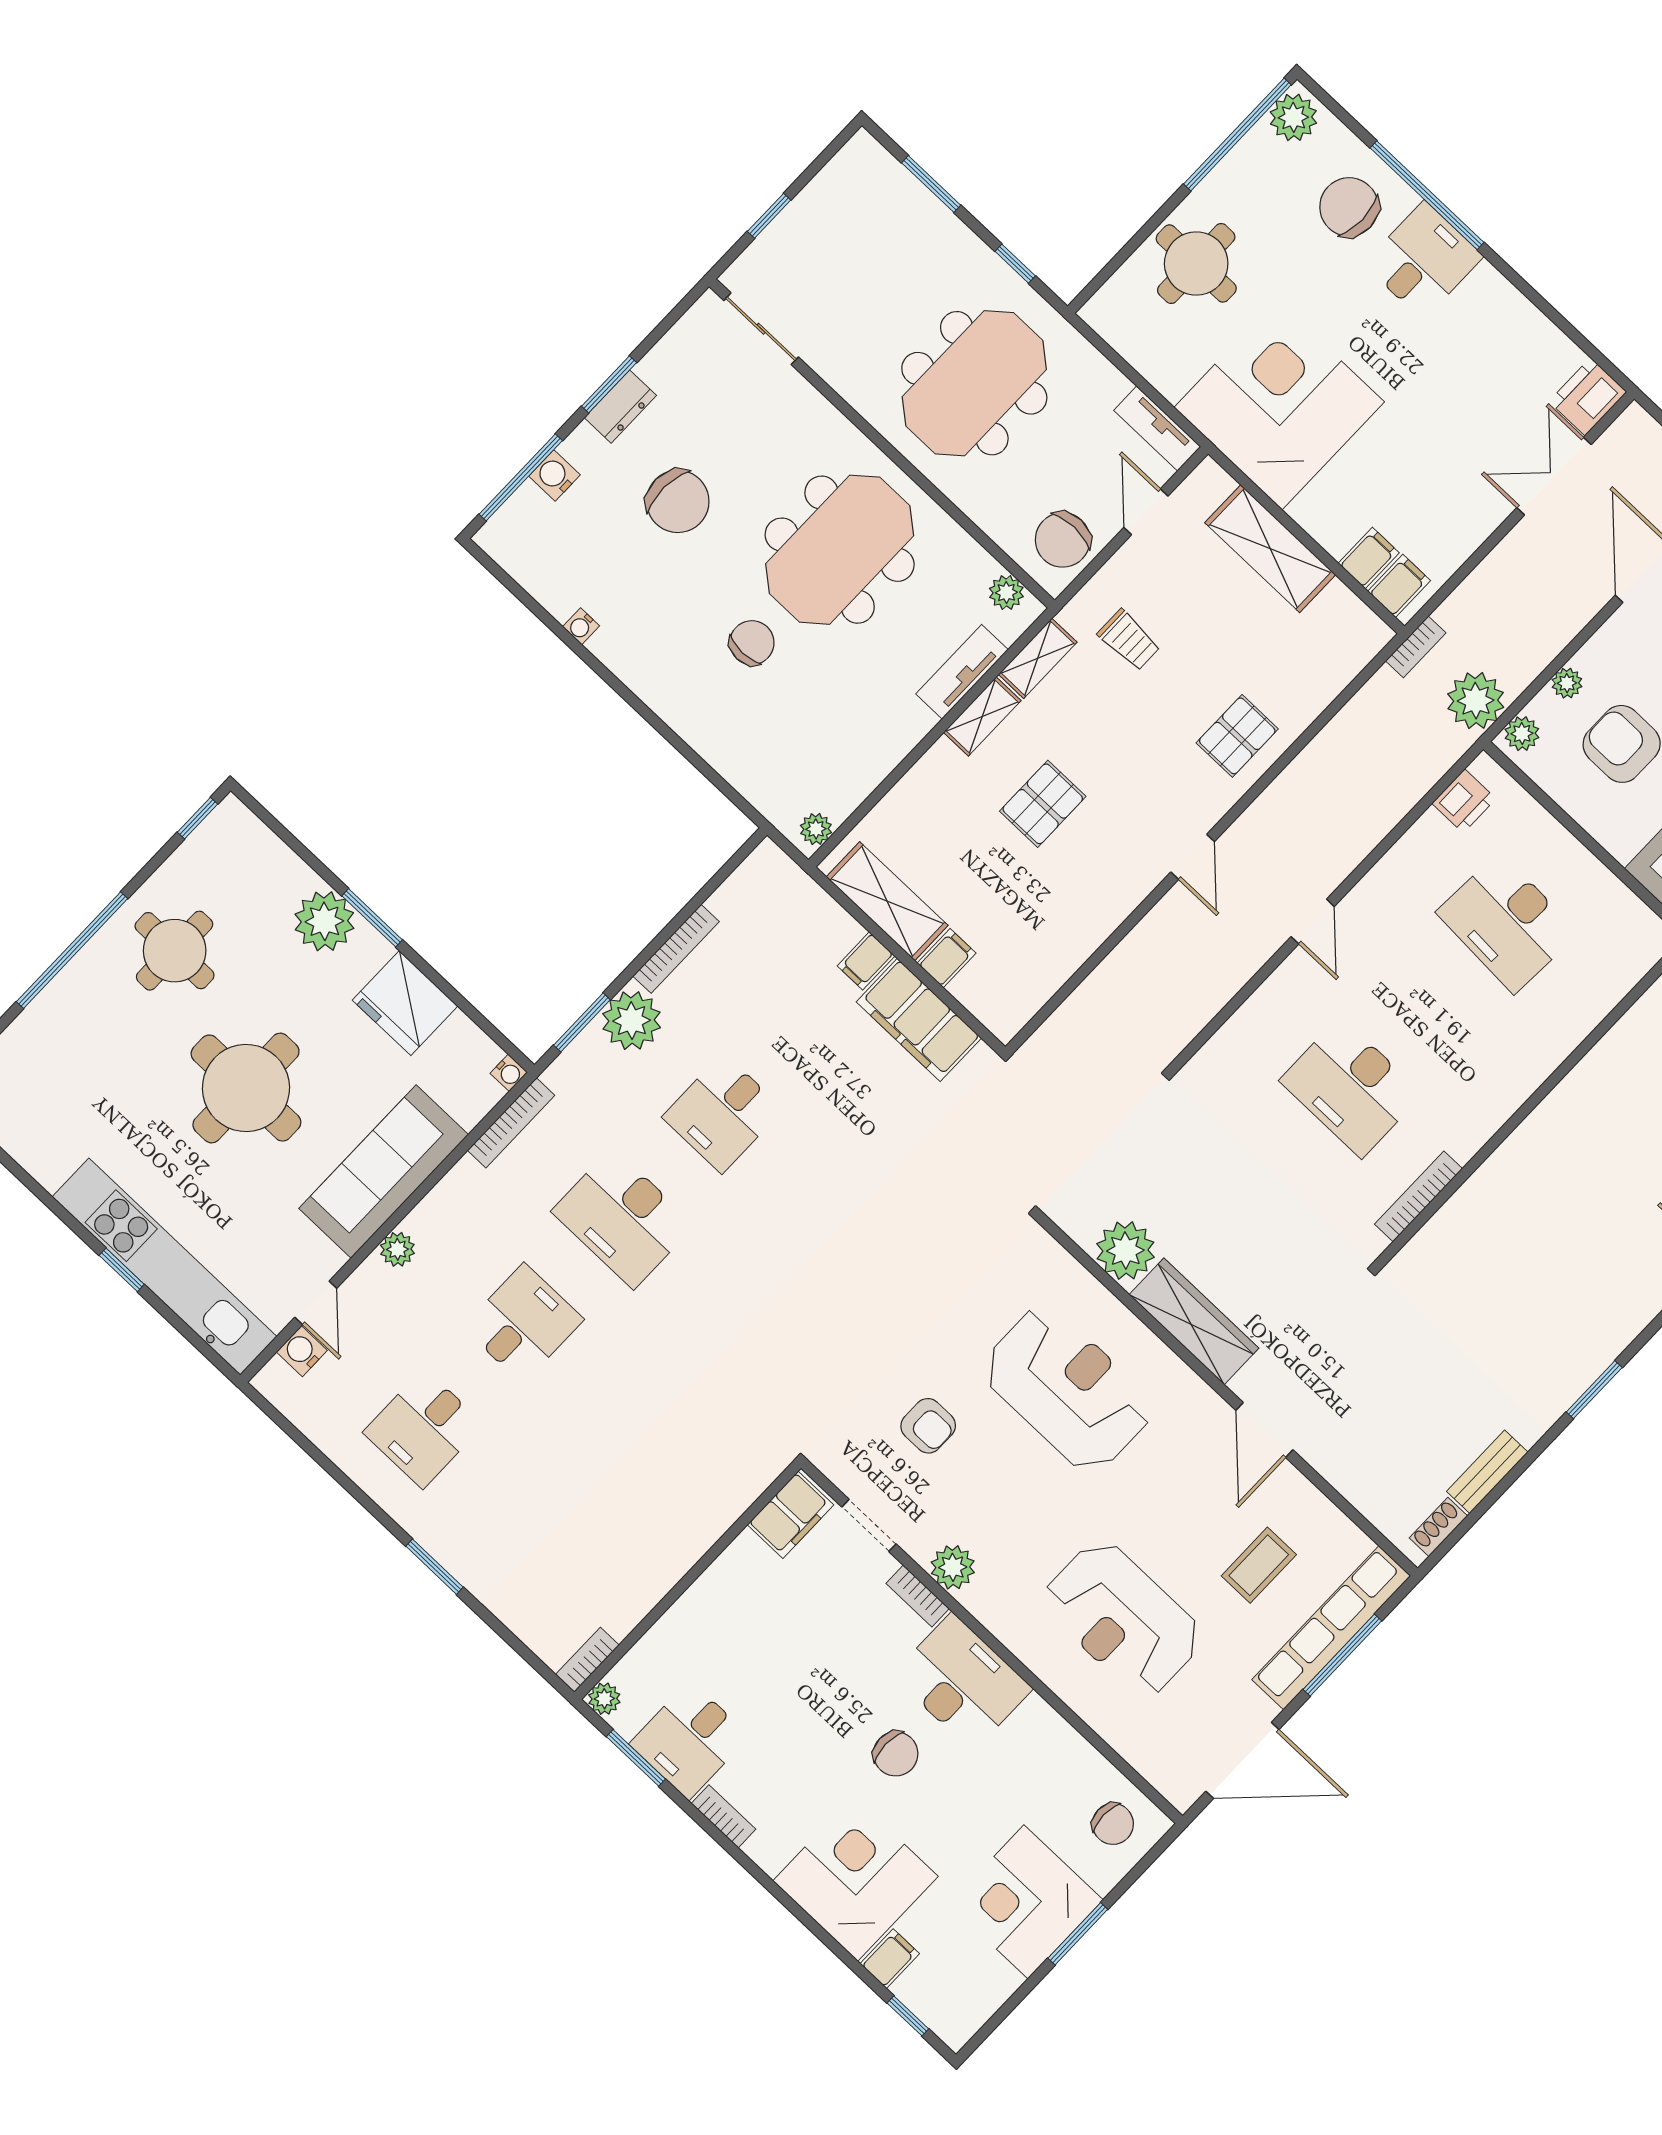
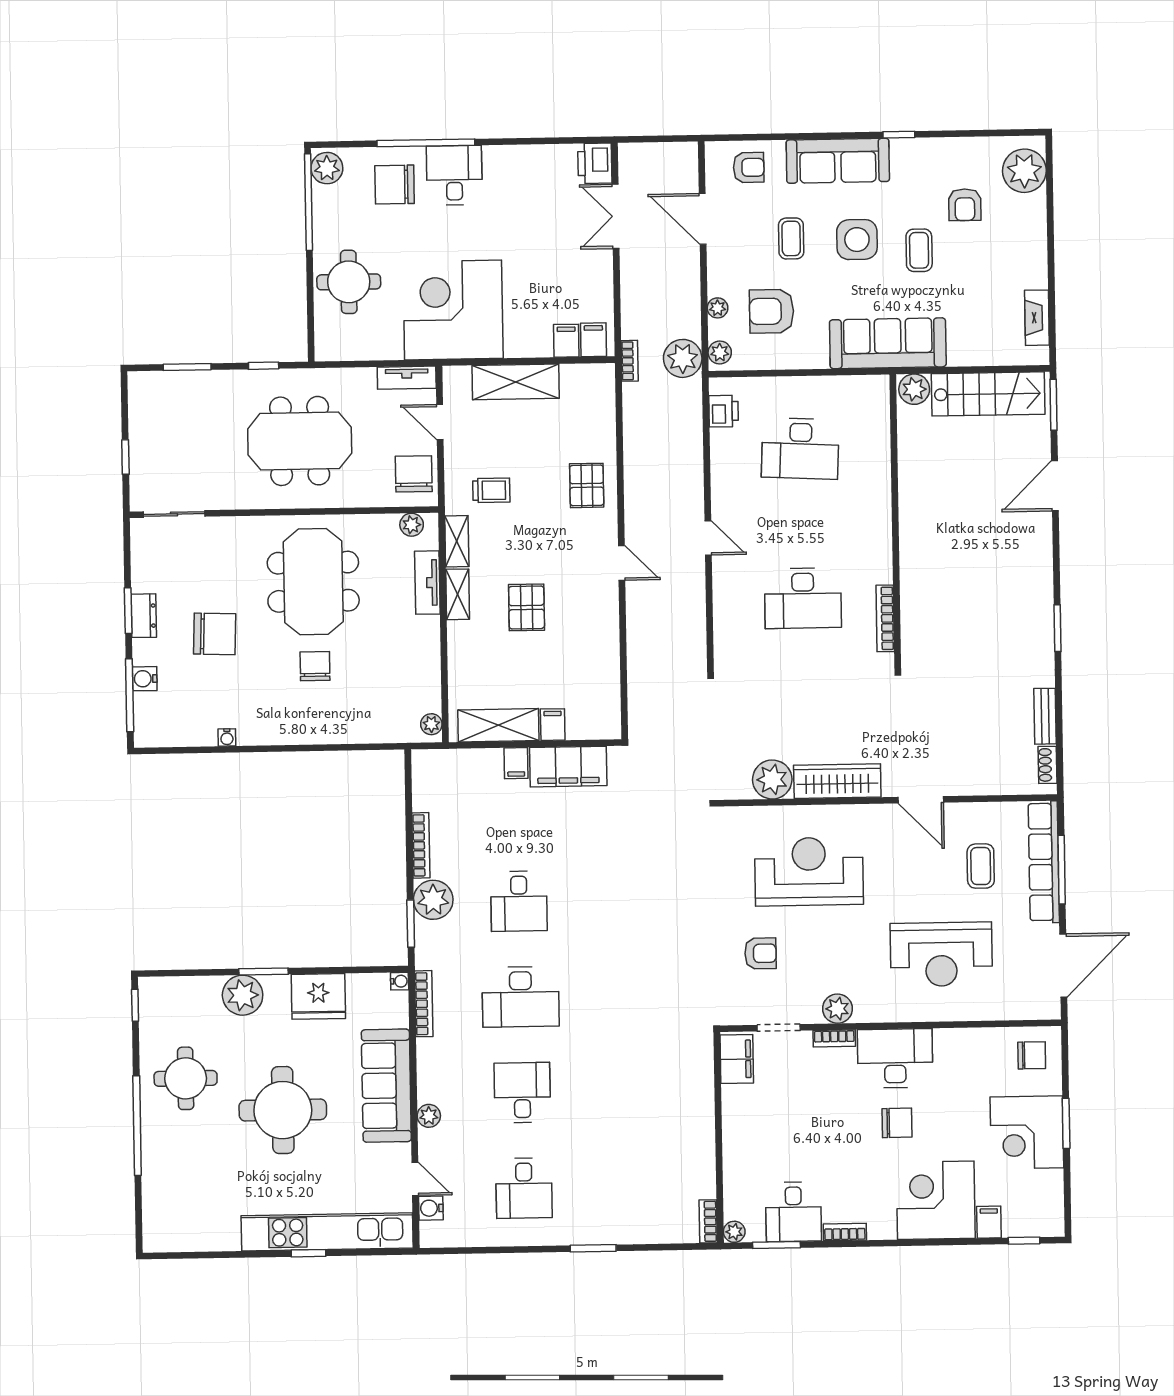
meeting table: (974, 383) -> (300, 441), turned 90
chair: (1063, 540) -> (414, 474), turned 180

